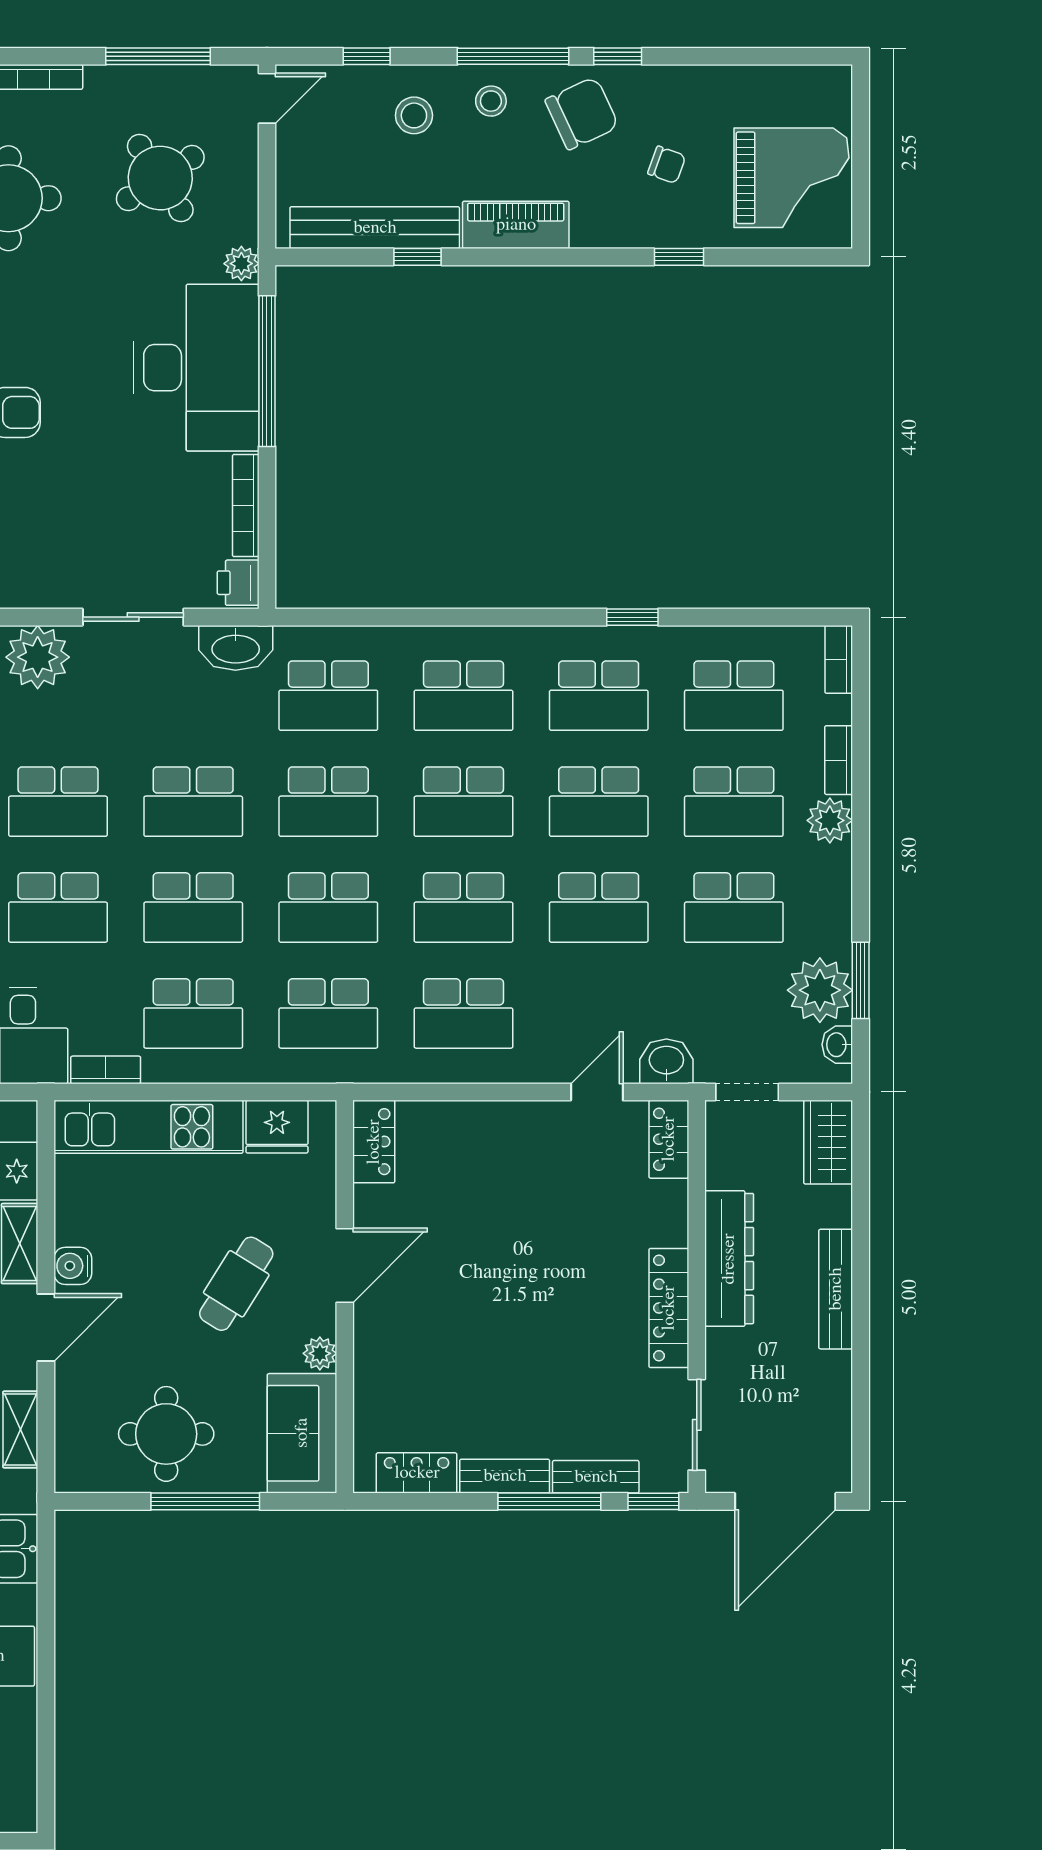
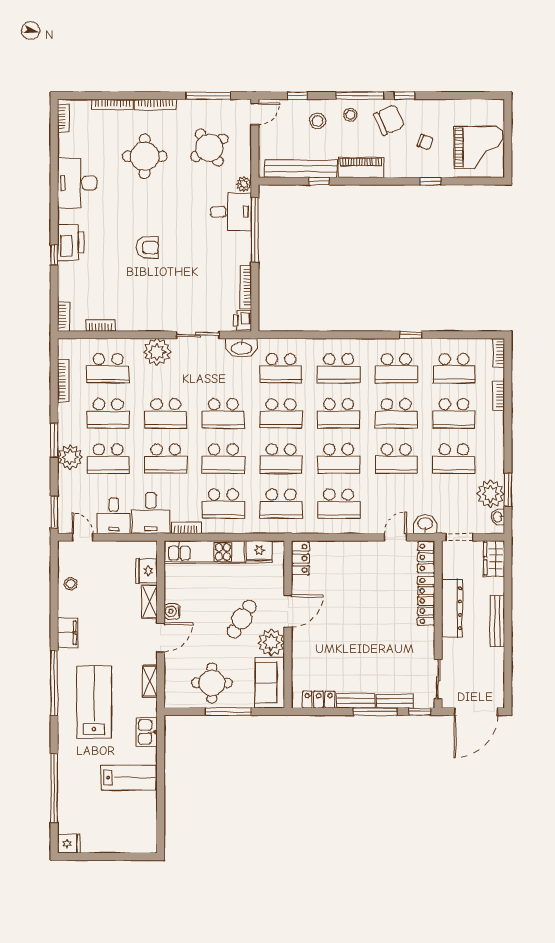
desk: (196, 368) -> (231, 212), width x0.53, depth x0.77
plant: (830, 820) -> (495, 421), removed
locker: (669, 1308) -> (426, 601), moved
plant: (320, 1353) -> (271, 642), width x1.87, depth x1.87

